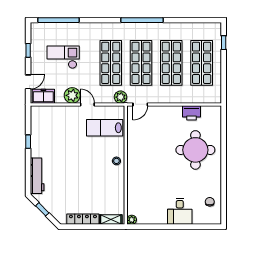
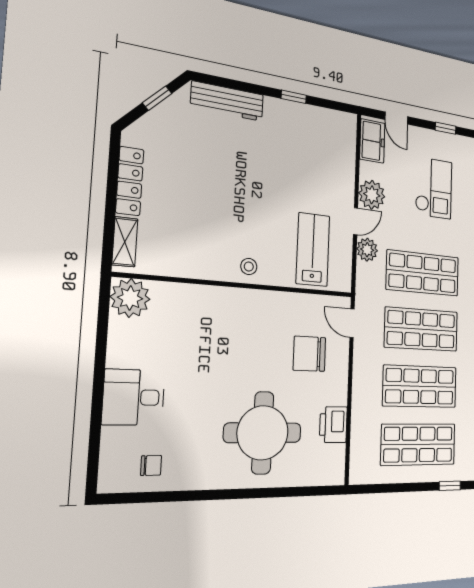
plant: (121, 97) -> (367, 250), moved
chair: (157, 127) -> (309, 354), added
plant: (132, 220) -> (130, 298), width x1.87, depth x1.87

